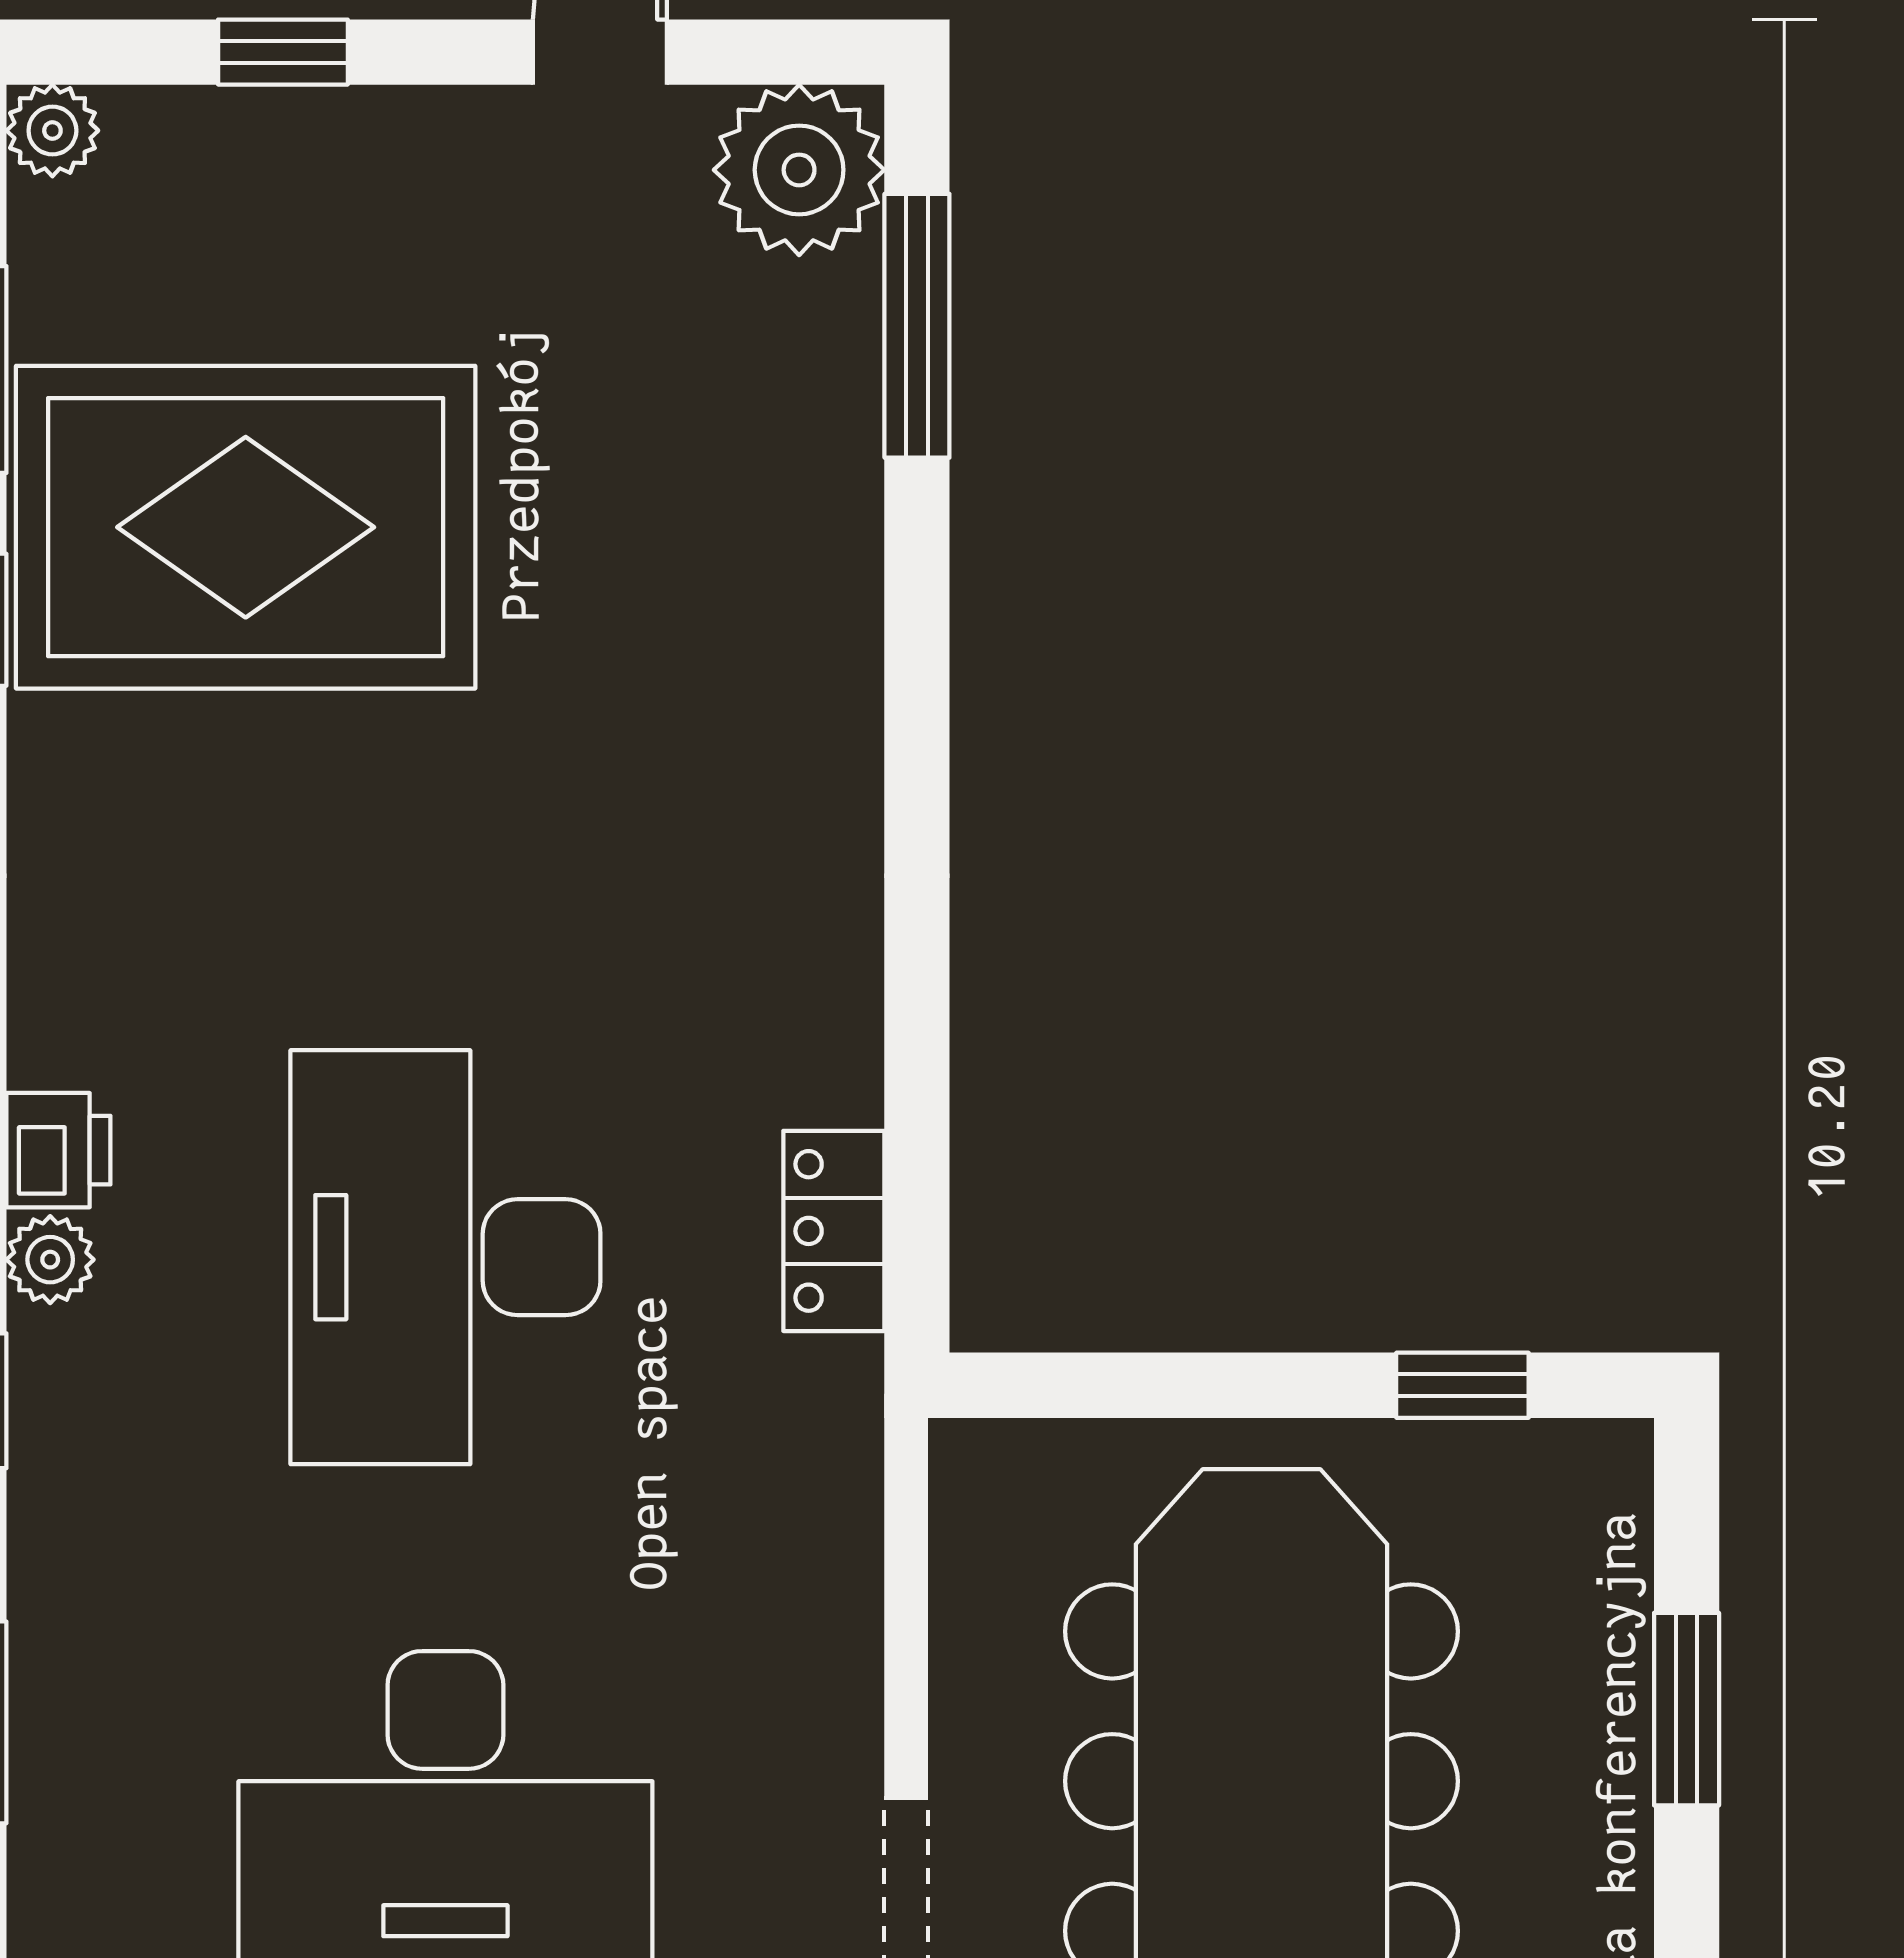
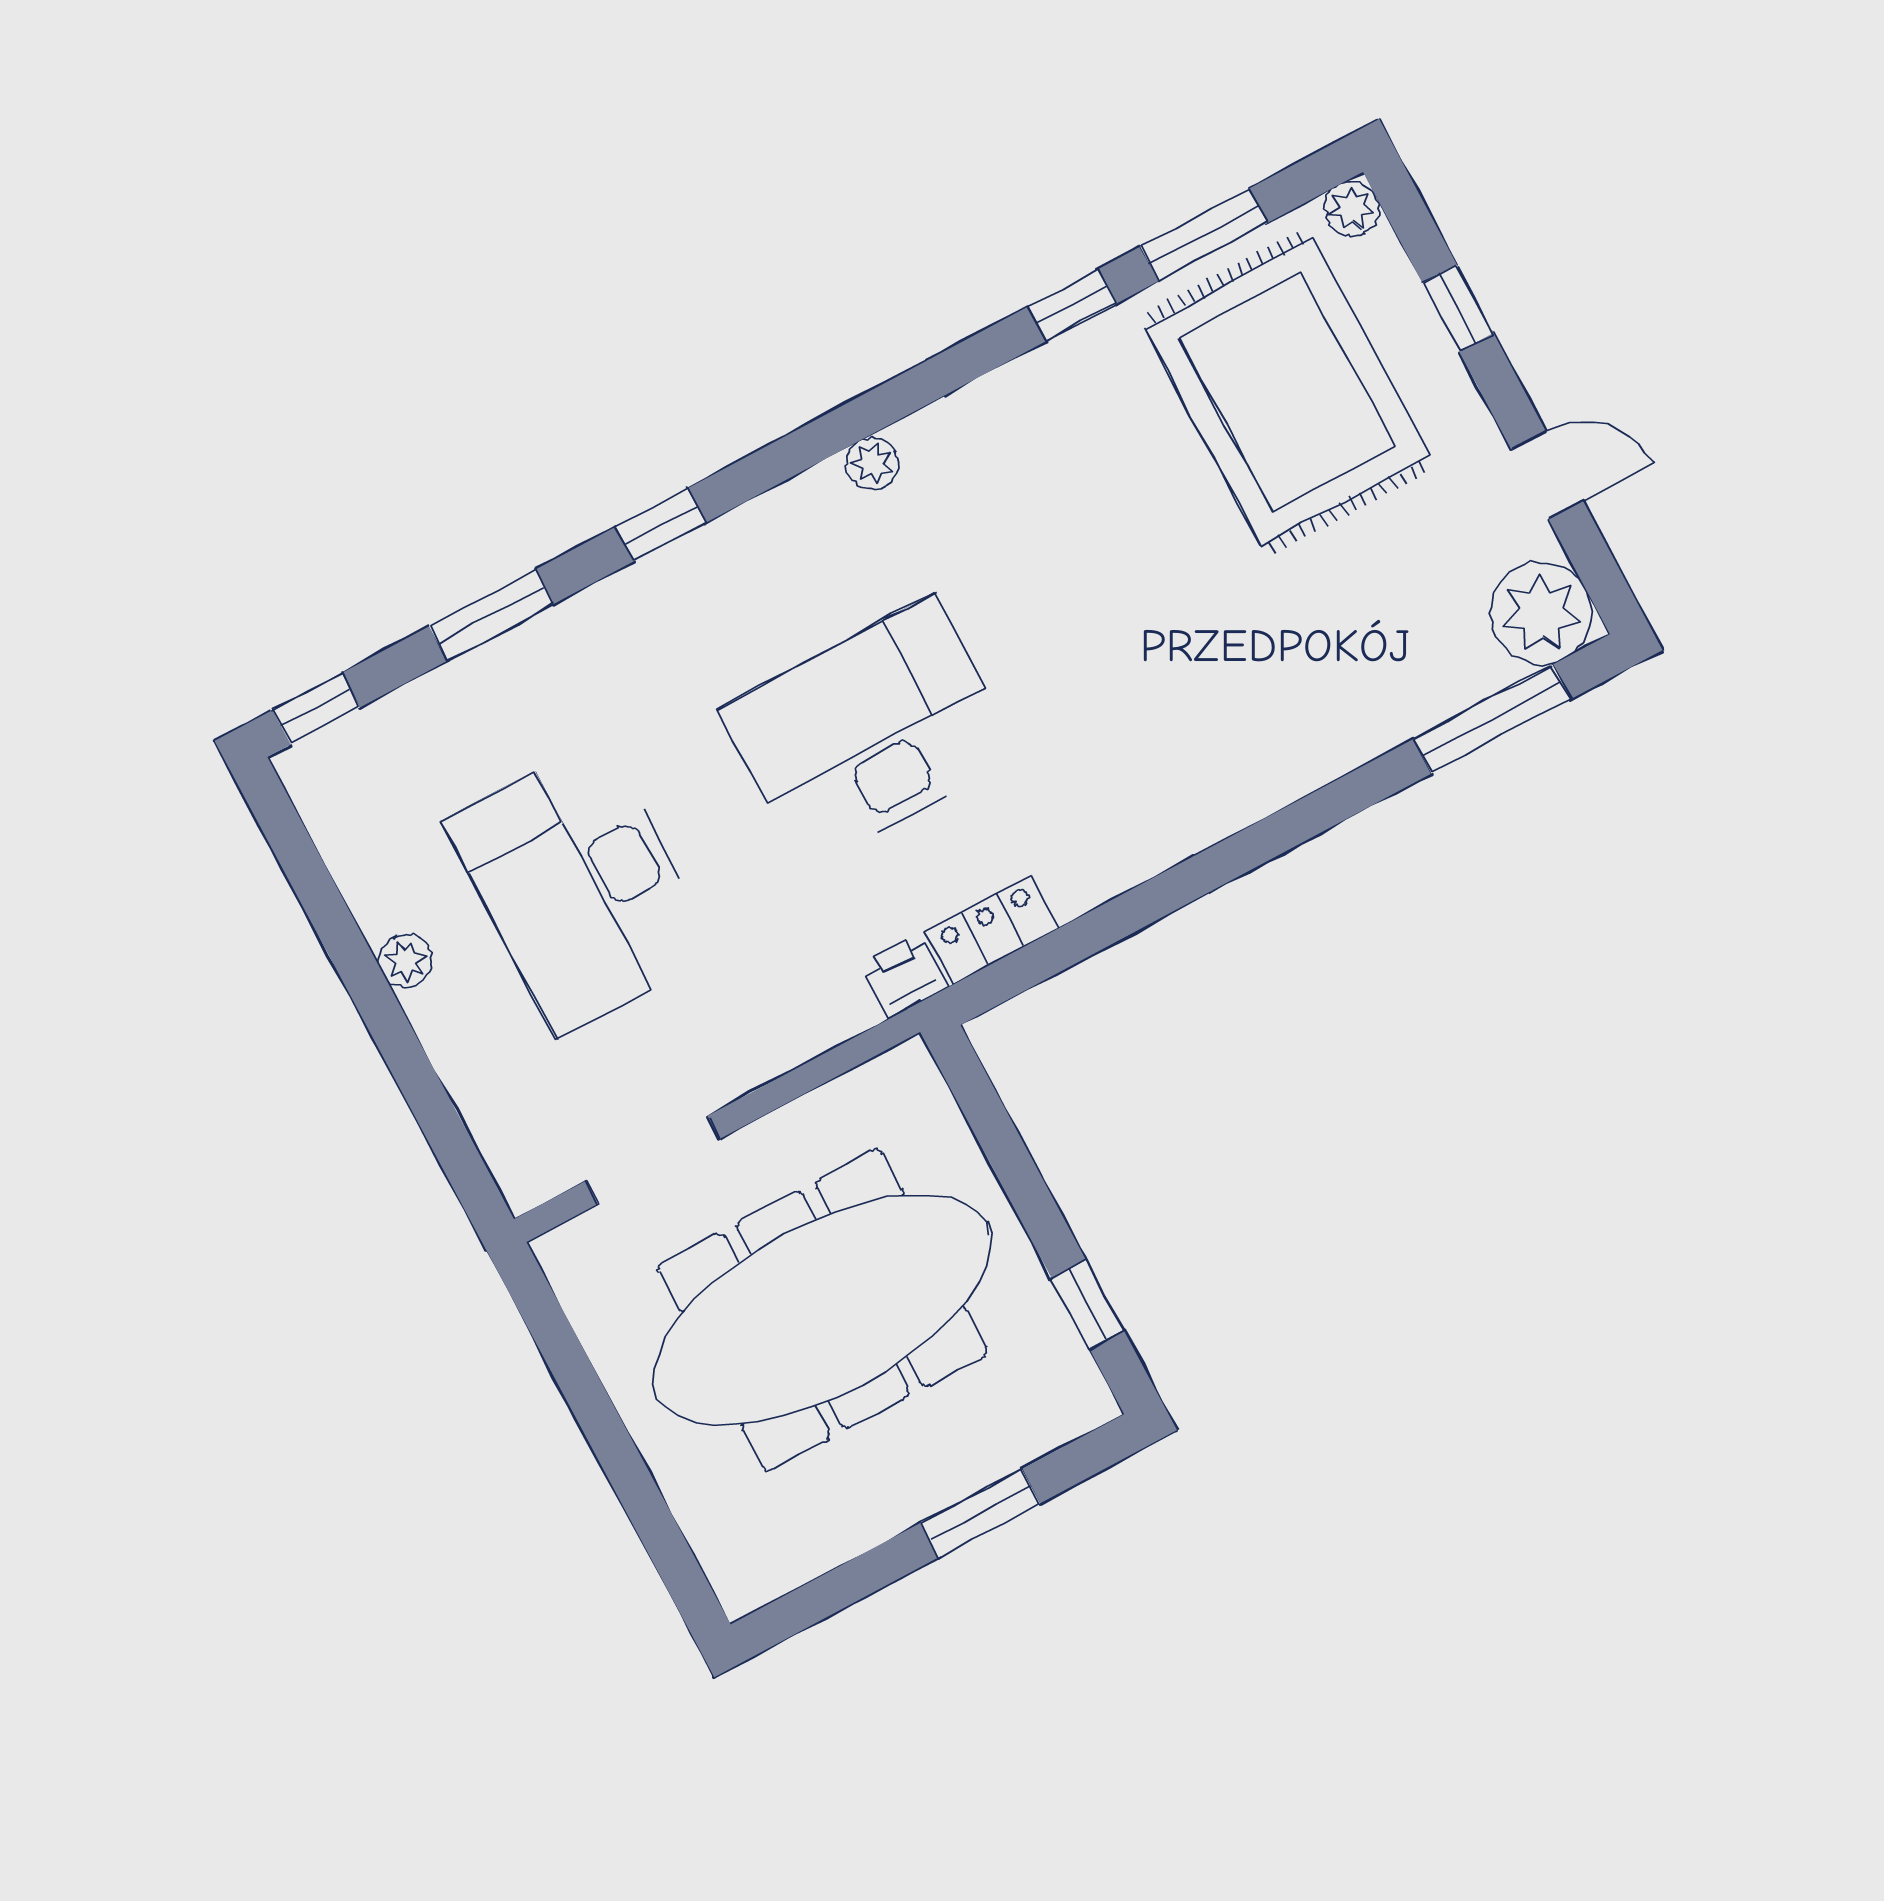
rug: (246, 527) -> (1287, 392), moved
printer: (58, 1150) -> (904, 976), moved, turned 180
plant: (50, 1260) -> (872, 464), moved

